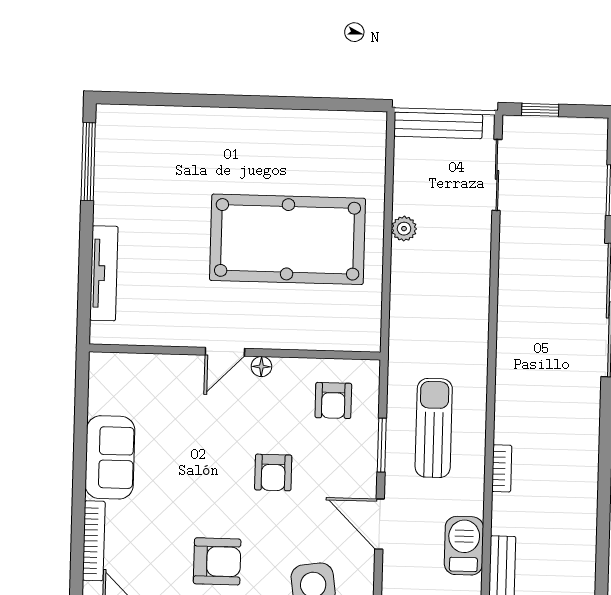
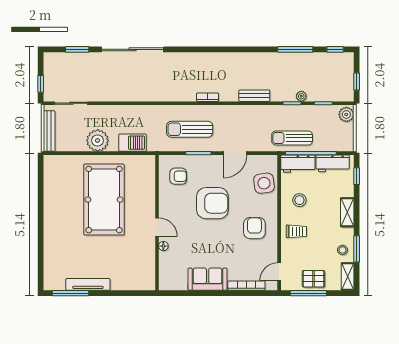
plant: (404, 229) -> (98, 140), width x1.88, depth x1.88
tv unit: (104, 273) -> (88, 284), moved
floor lamp: (261, 367) -> (163, 246), moved
armchair: (273, 472) -> (212, 203), width x1.88, depth x1.88
barbecue: (464, 546) -> (132, 143), moved, turned 180

